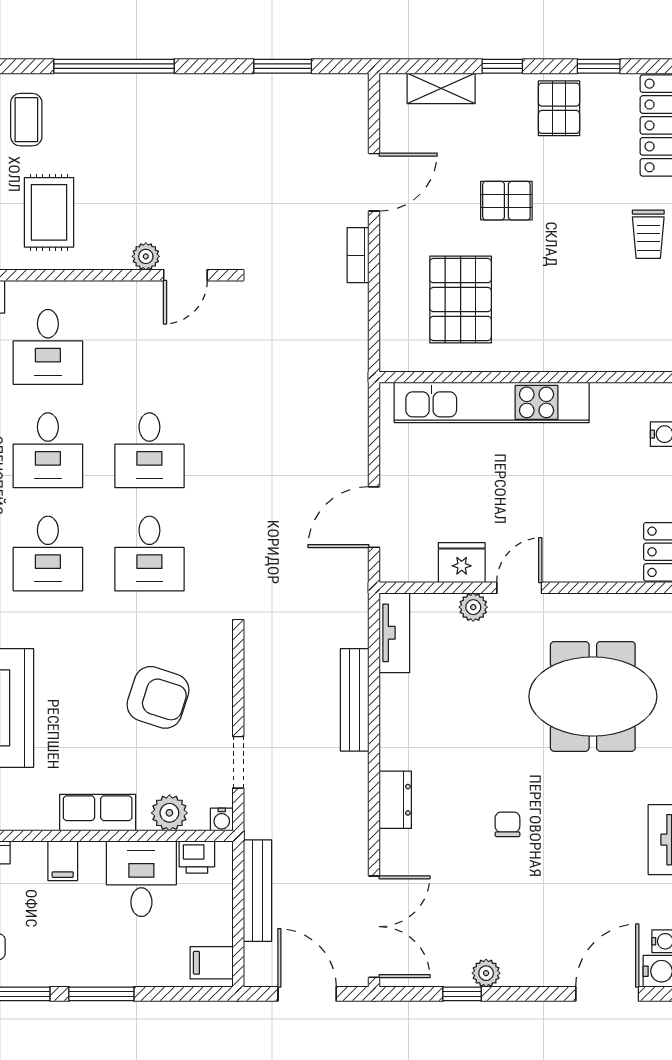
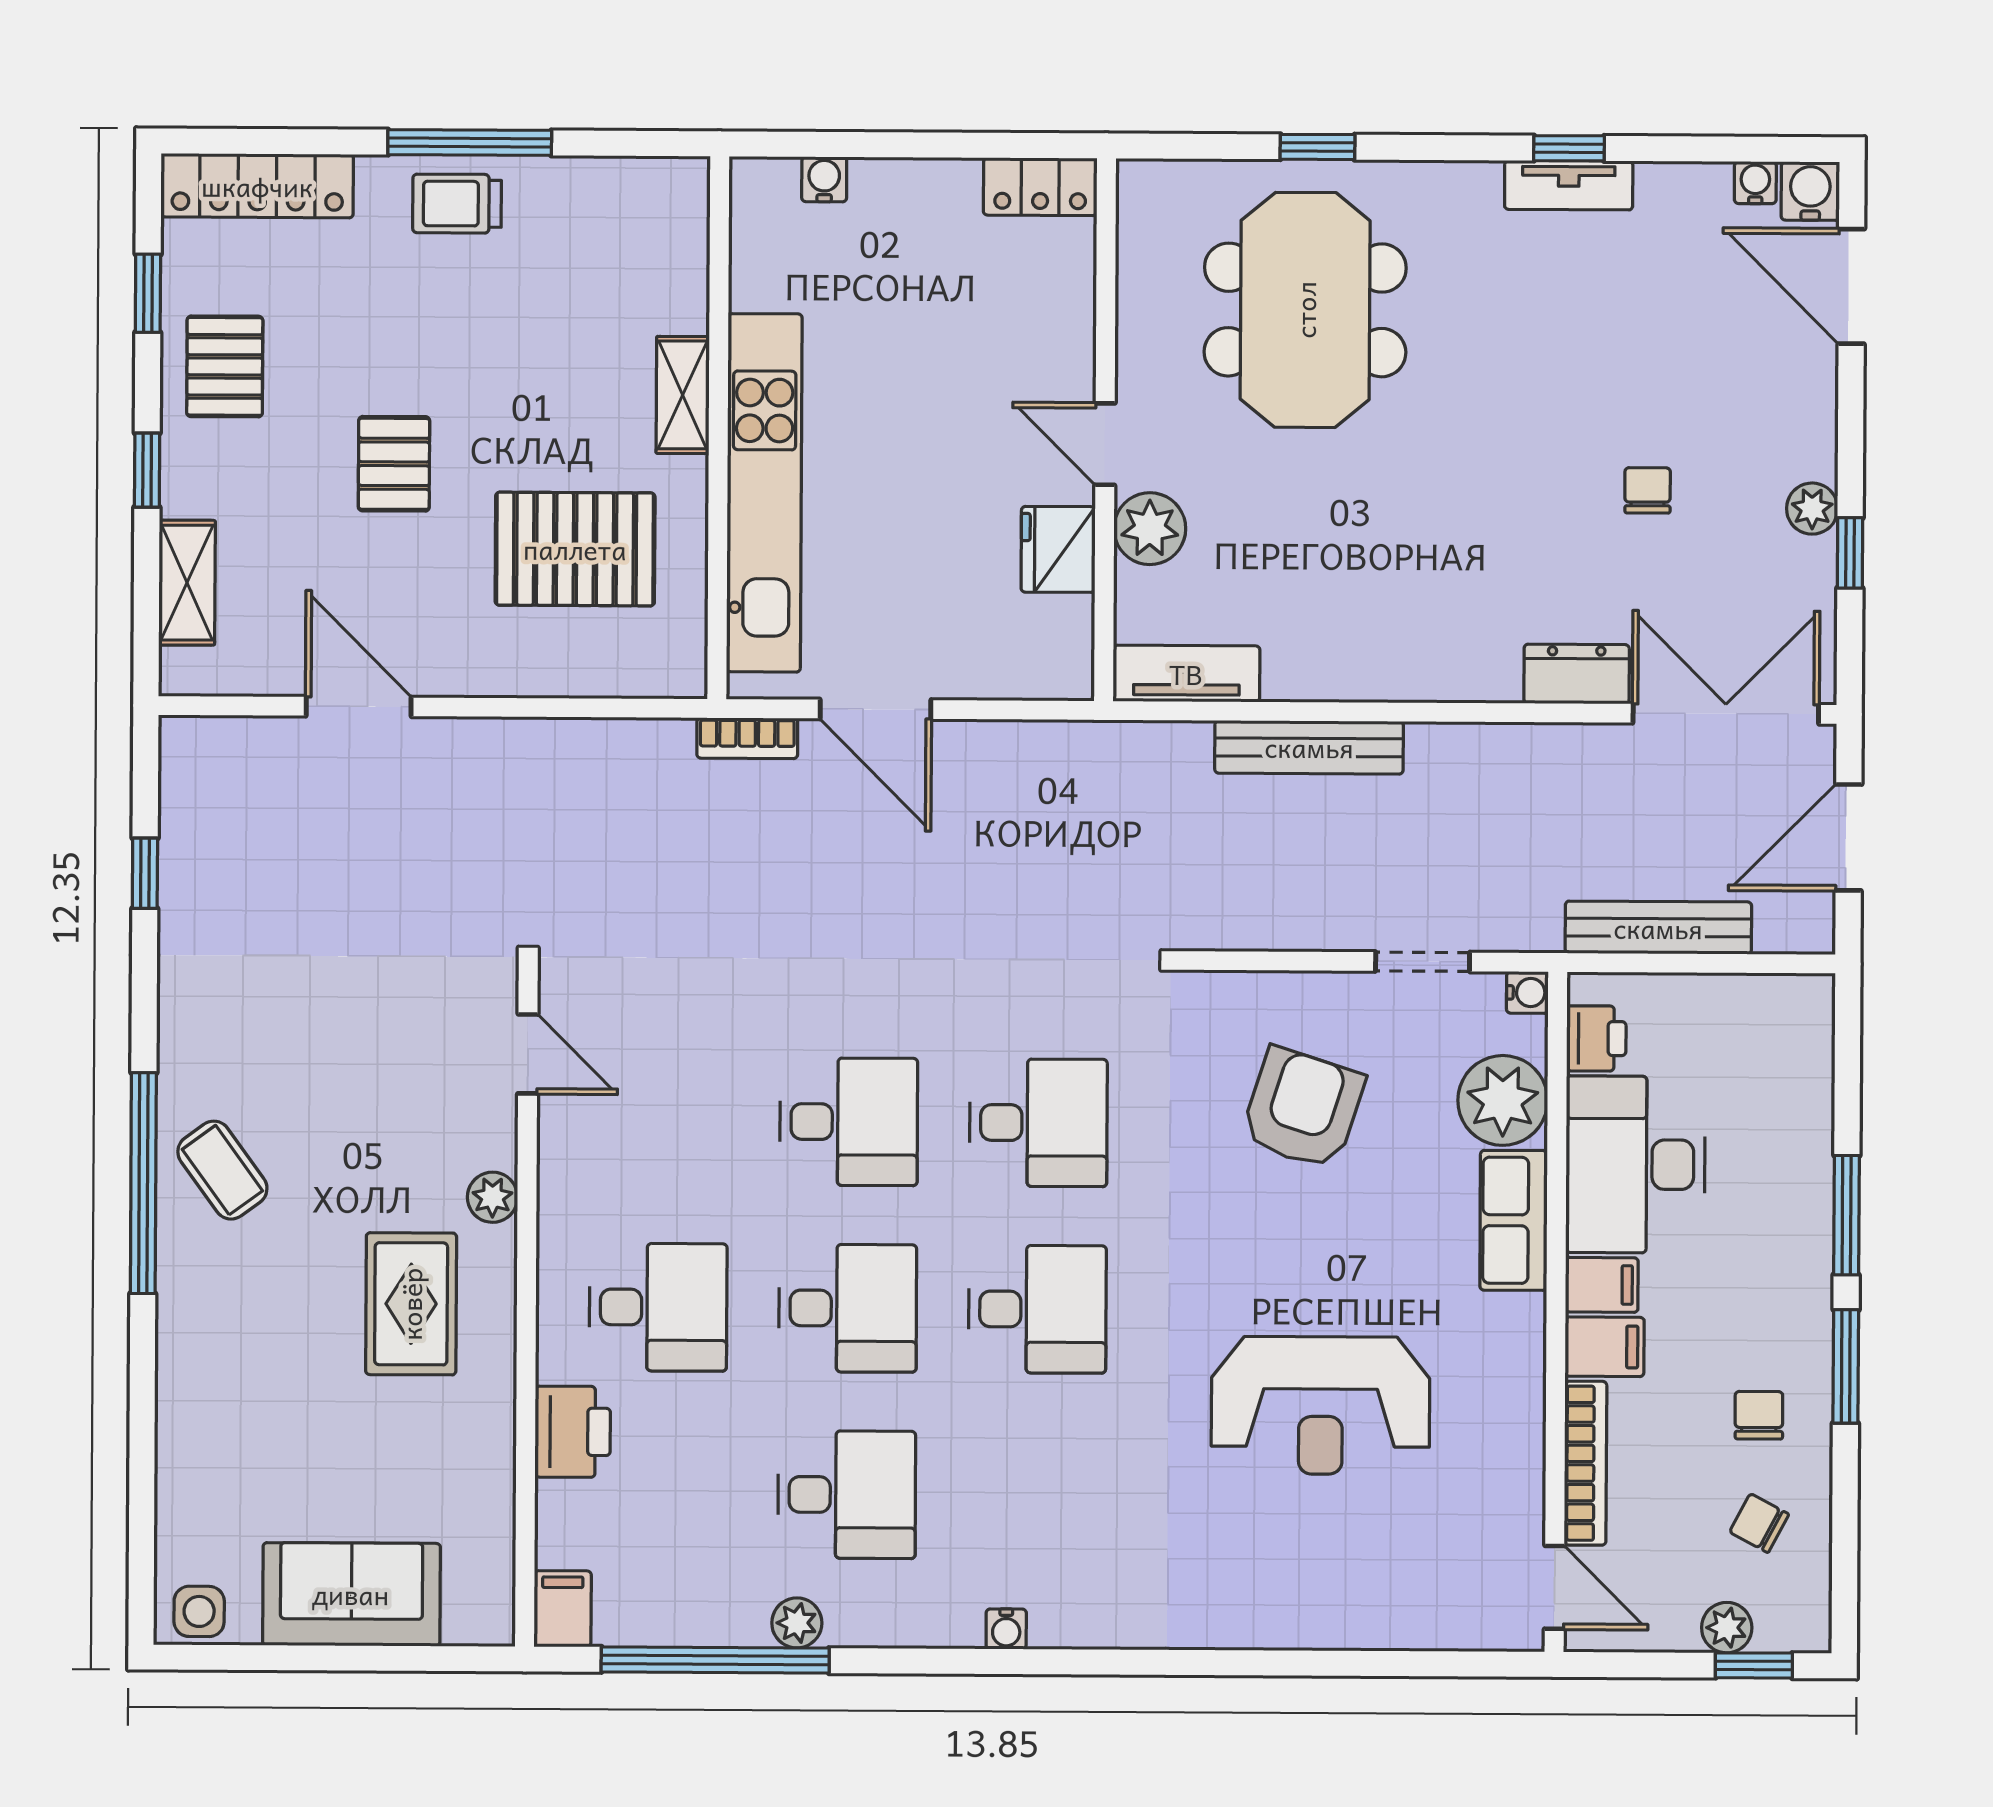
window: (283, 66) -> (145, 873), width x0.67
pallet: (559, 108) -> (225, 366), turned 90
coffee table: (26, 120) -> (222, 1170), moved, turned 54
rug: (49, 212) -> (411, 1304), turned 90
trolley: (648, 234) -> (457, 204), turned 180
bookcase: (358, 255) -> (747, 738), moved
plant: (146, 256) -> (492, 1197), moved
shelving: (545, 358) -> (683, 395), added
door: (374, 517) -> (875, 709), moved
plant: (473, 607) -> (1150, 529), width x1.38, depth x1.38
dresser: (395, 800) -> (1577, 674), moved
plant: (169, 813) -> (1503, 1100), width x1.36, depth x1.36
chair: (507, 824) -> (1648, 490), moved, turned 90
desk: (141, 879) -> (1635, 1165), width x1.37
filing cabinet: (212, 963) -> (1605, 1347), moved, turned -90

